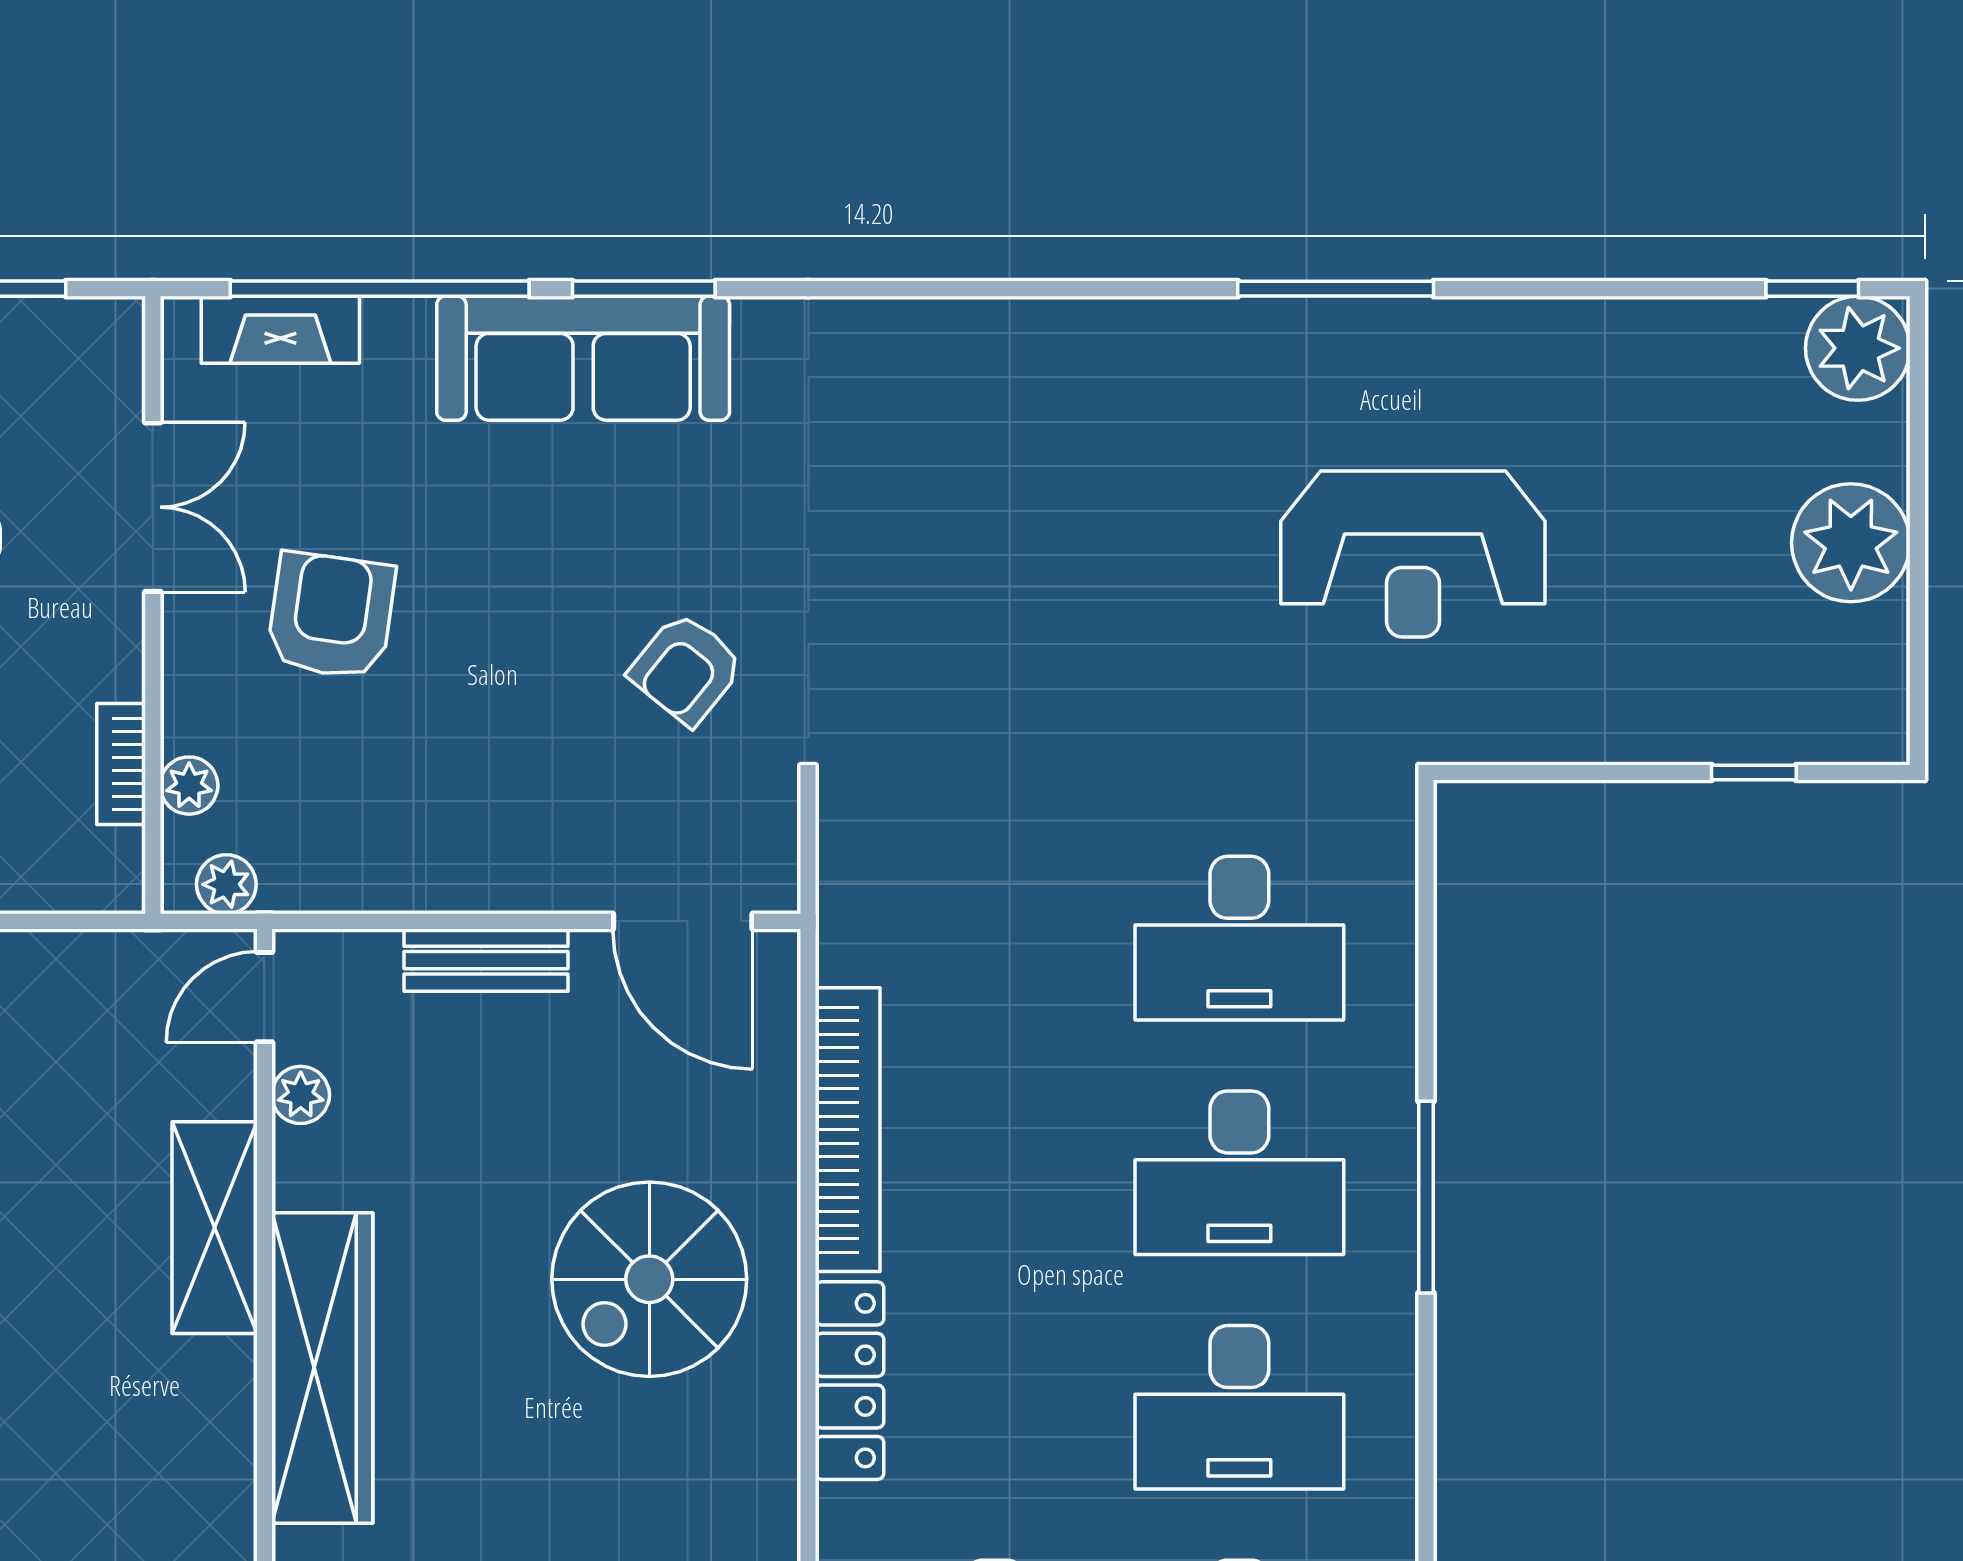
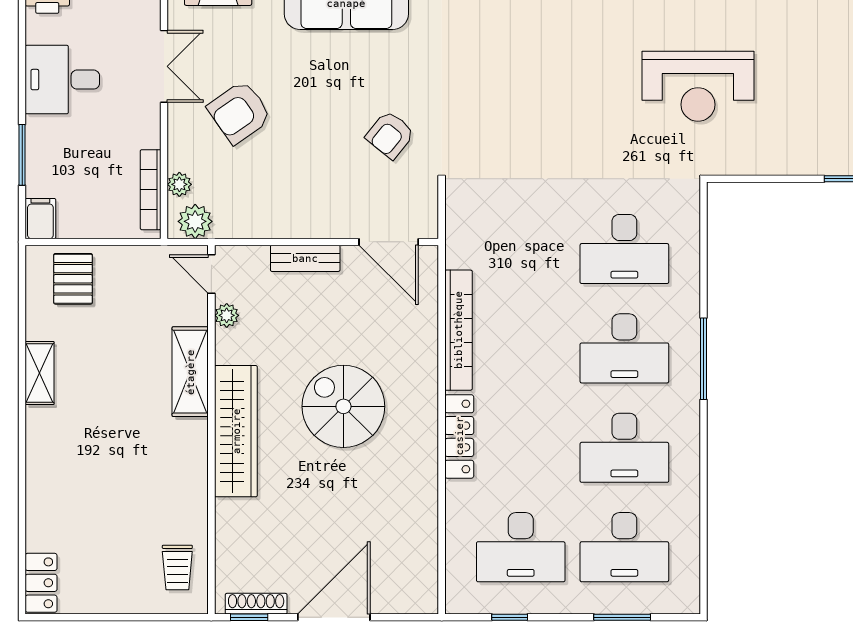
armchair: (331, 616) -> (240, 112), turned -133
bookcase: (121, 764) -> (151, 190), width x1.56
plant: (226, 884) -> (195, 221), width x1.38, depth x1.38
door: (264, 997) -> (211, 274), hinge flipped
spiral stairs: (649, 1279) -> (343, 406), moved, turned 90

